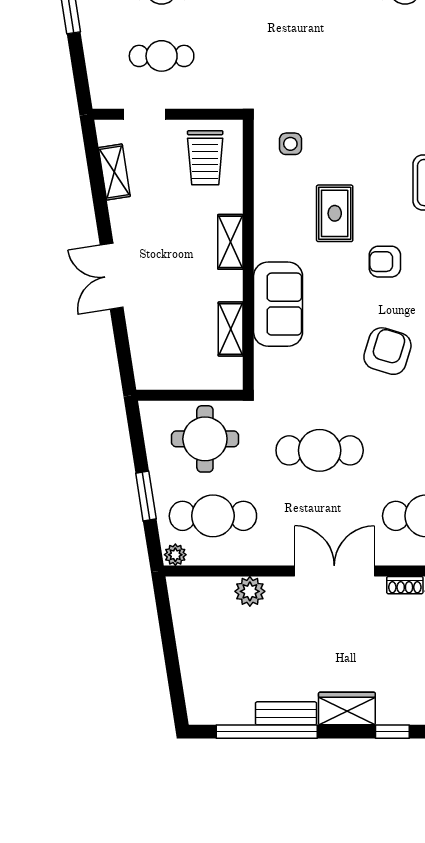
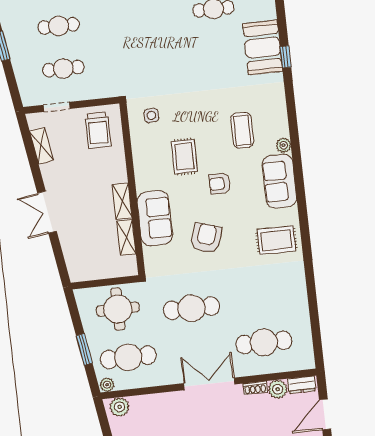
shelving: (230, 242) -> (122, 201), moved
armchair: (387, 351) -> (206, 238), moved
plant: (250, 591) -> (120, 407), moved

